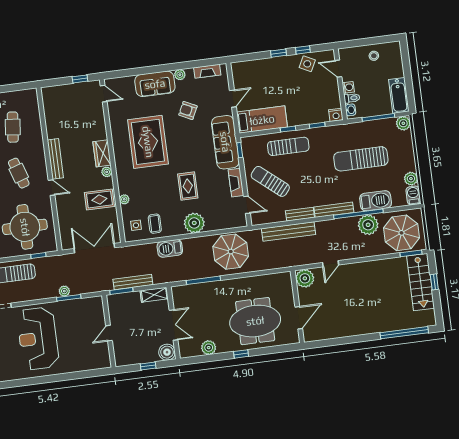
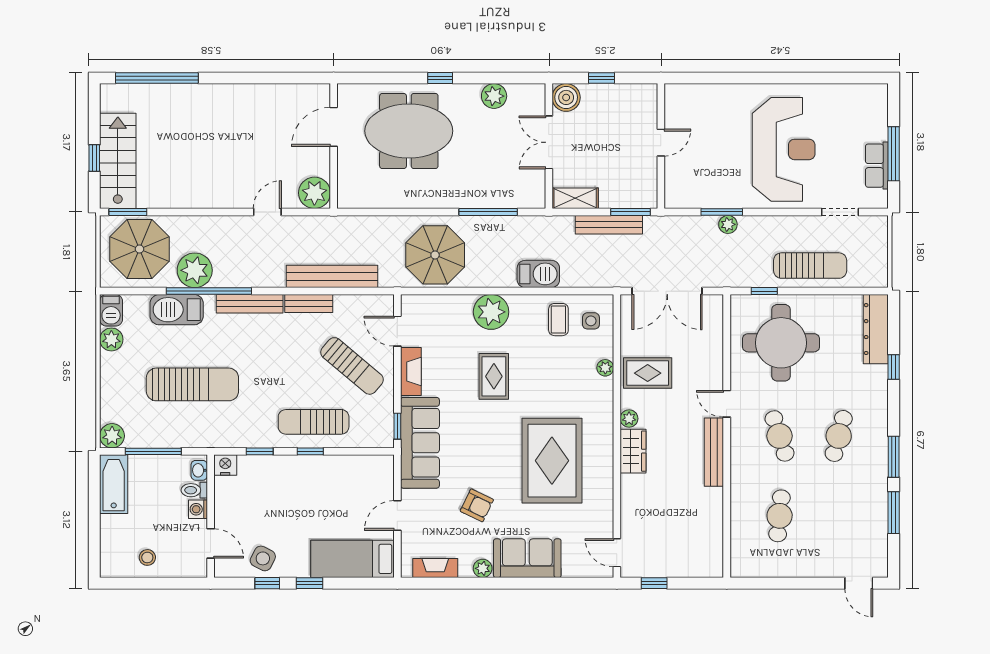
bed: (262, 120) -> (352, 559), moved

